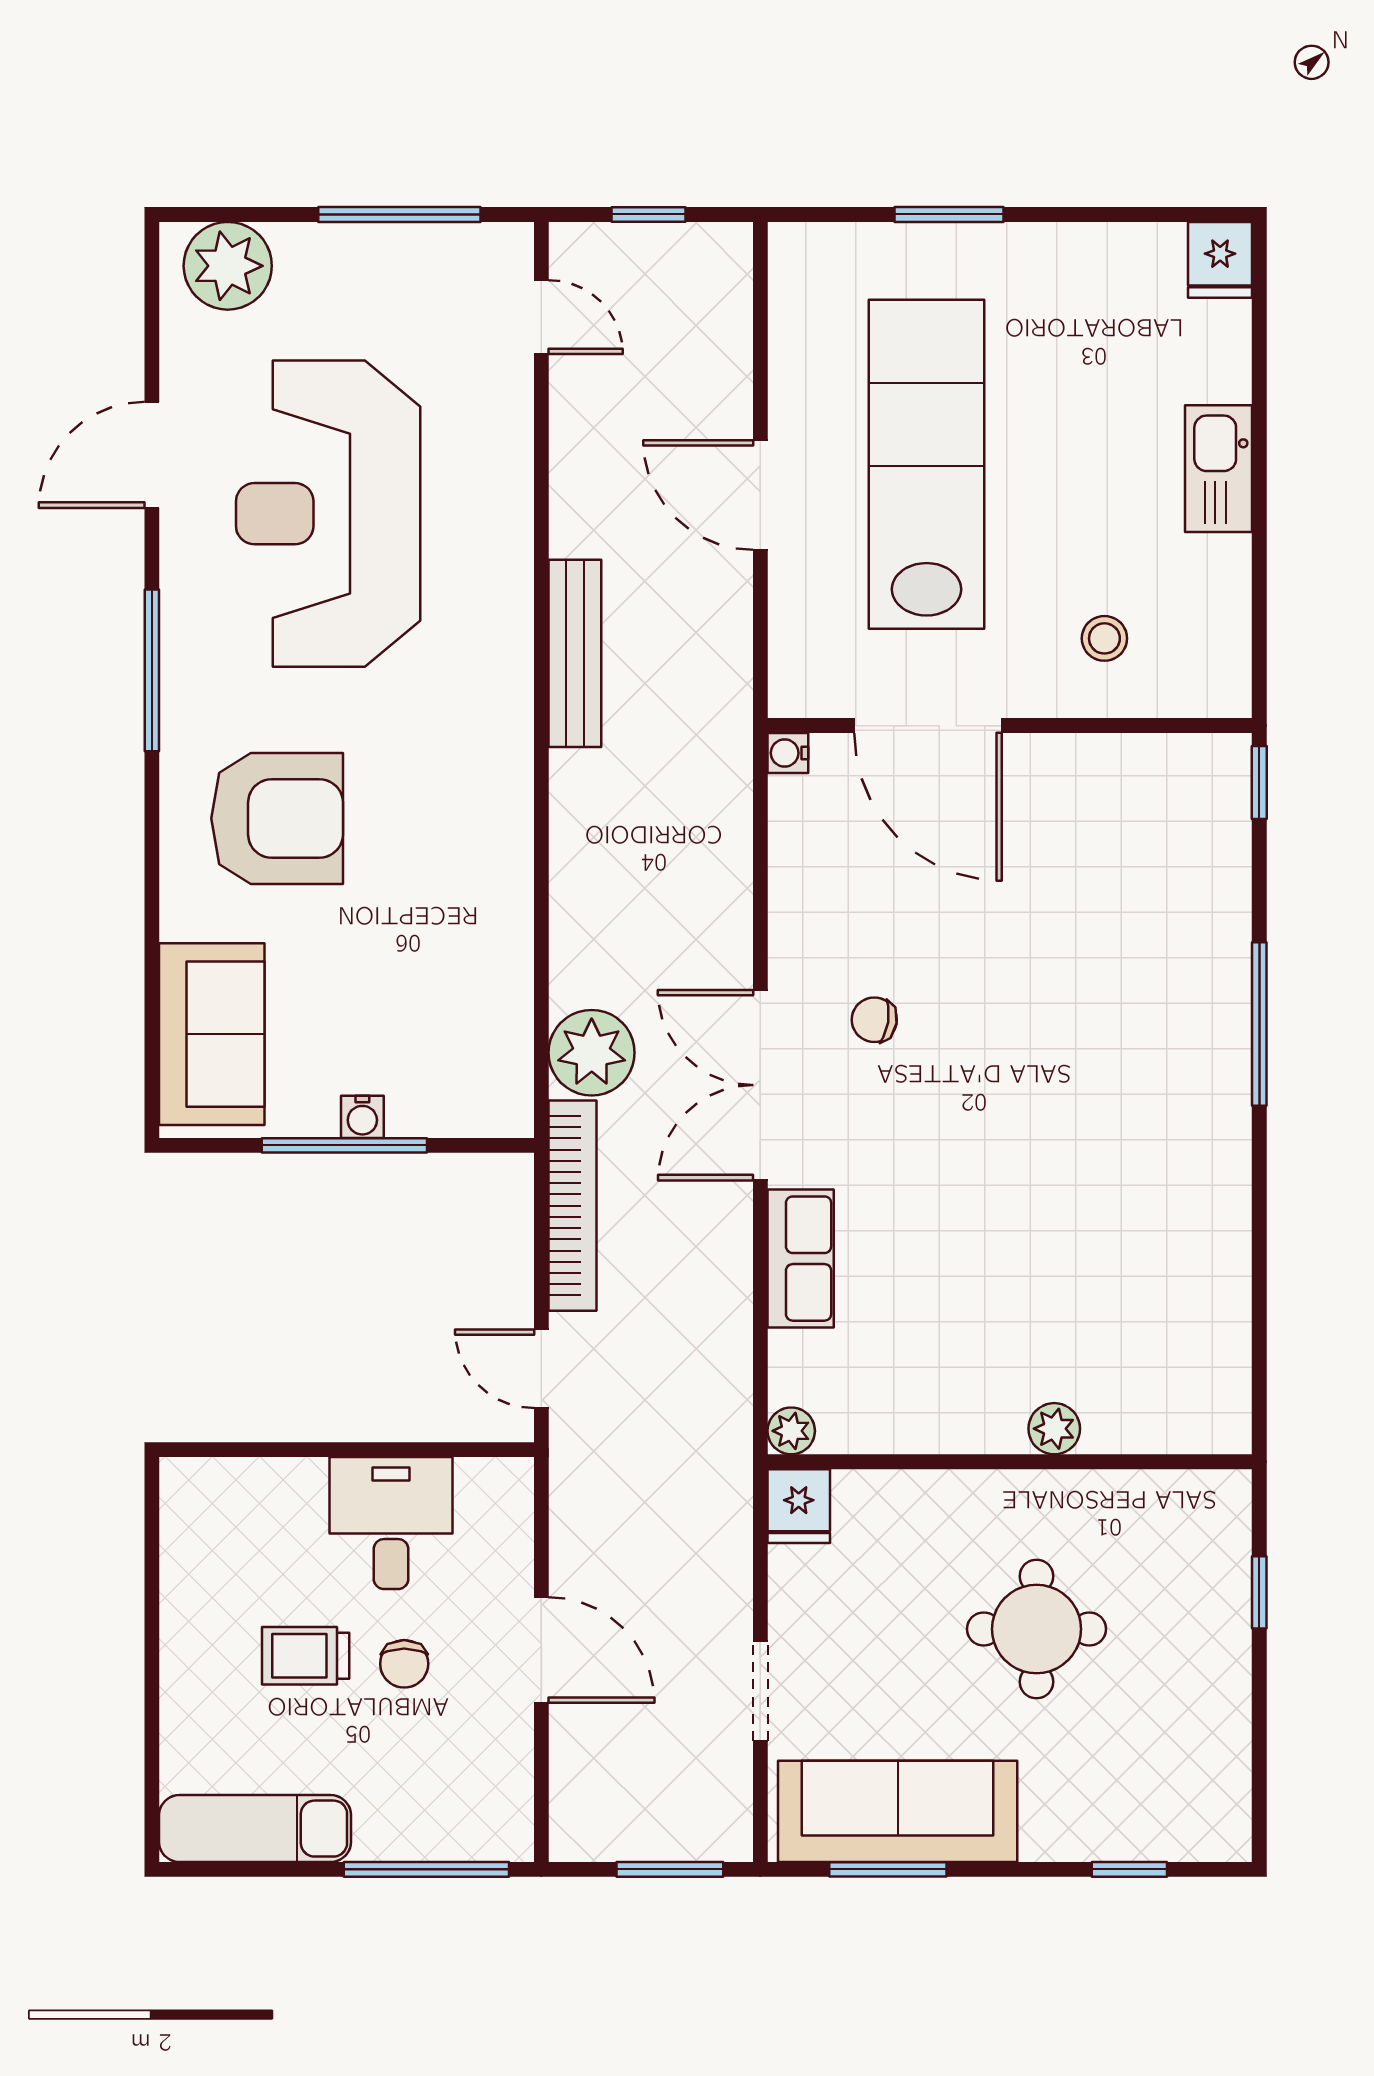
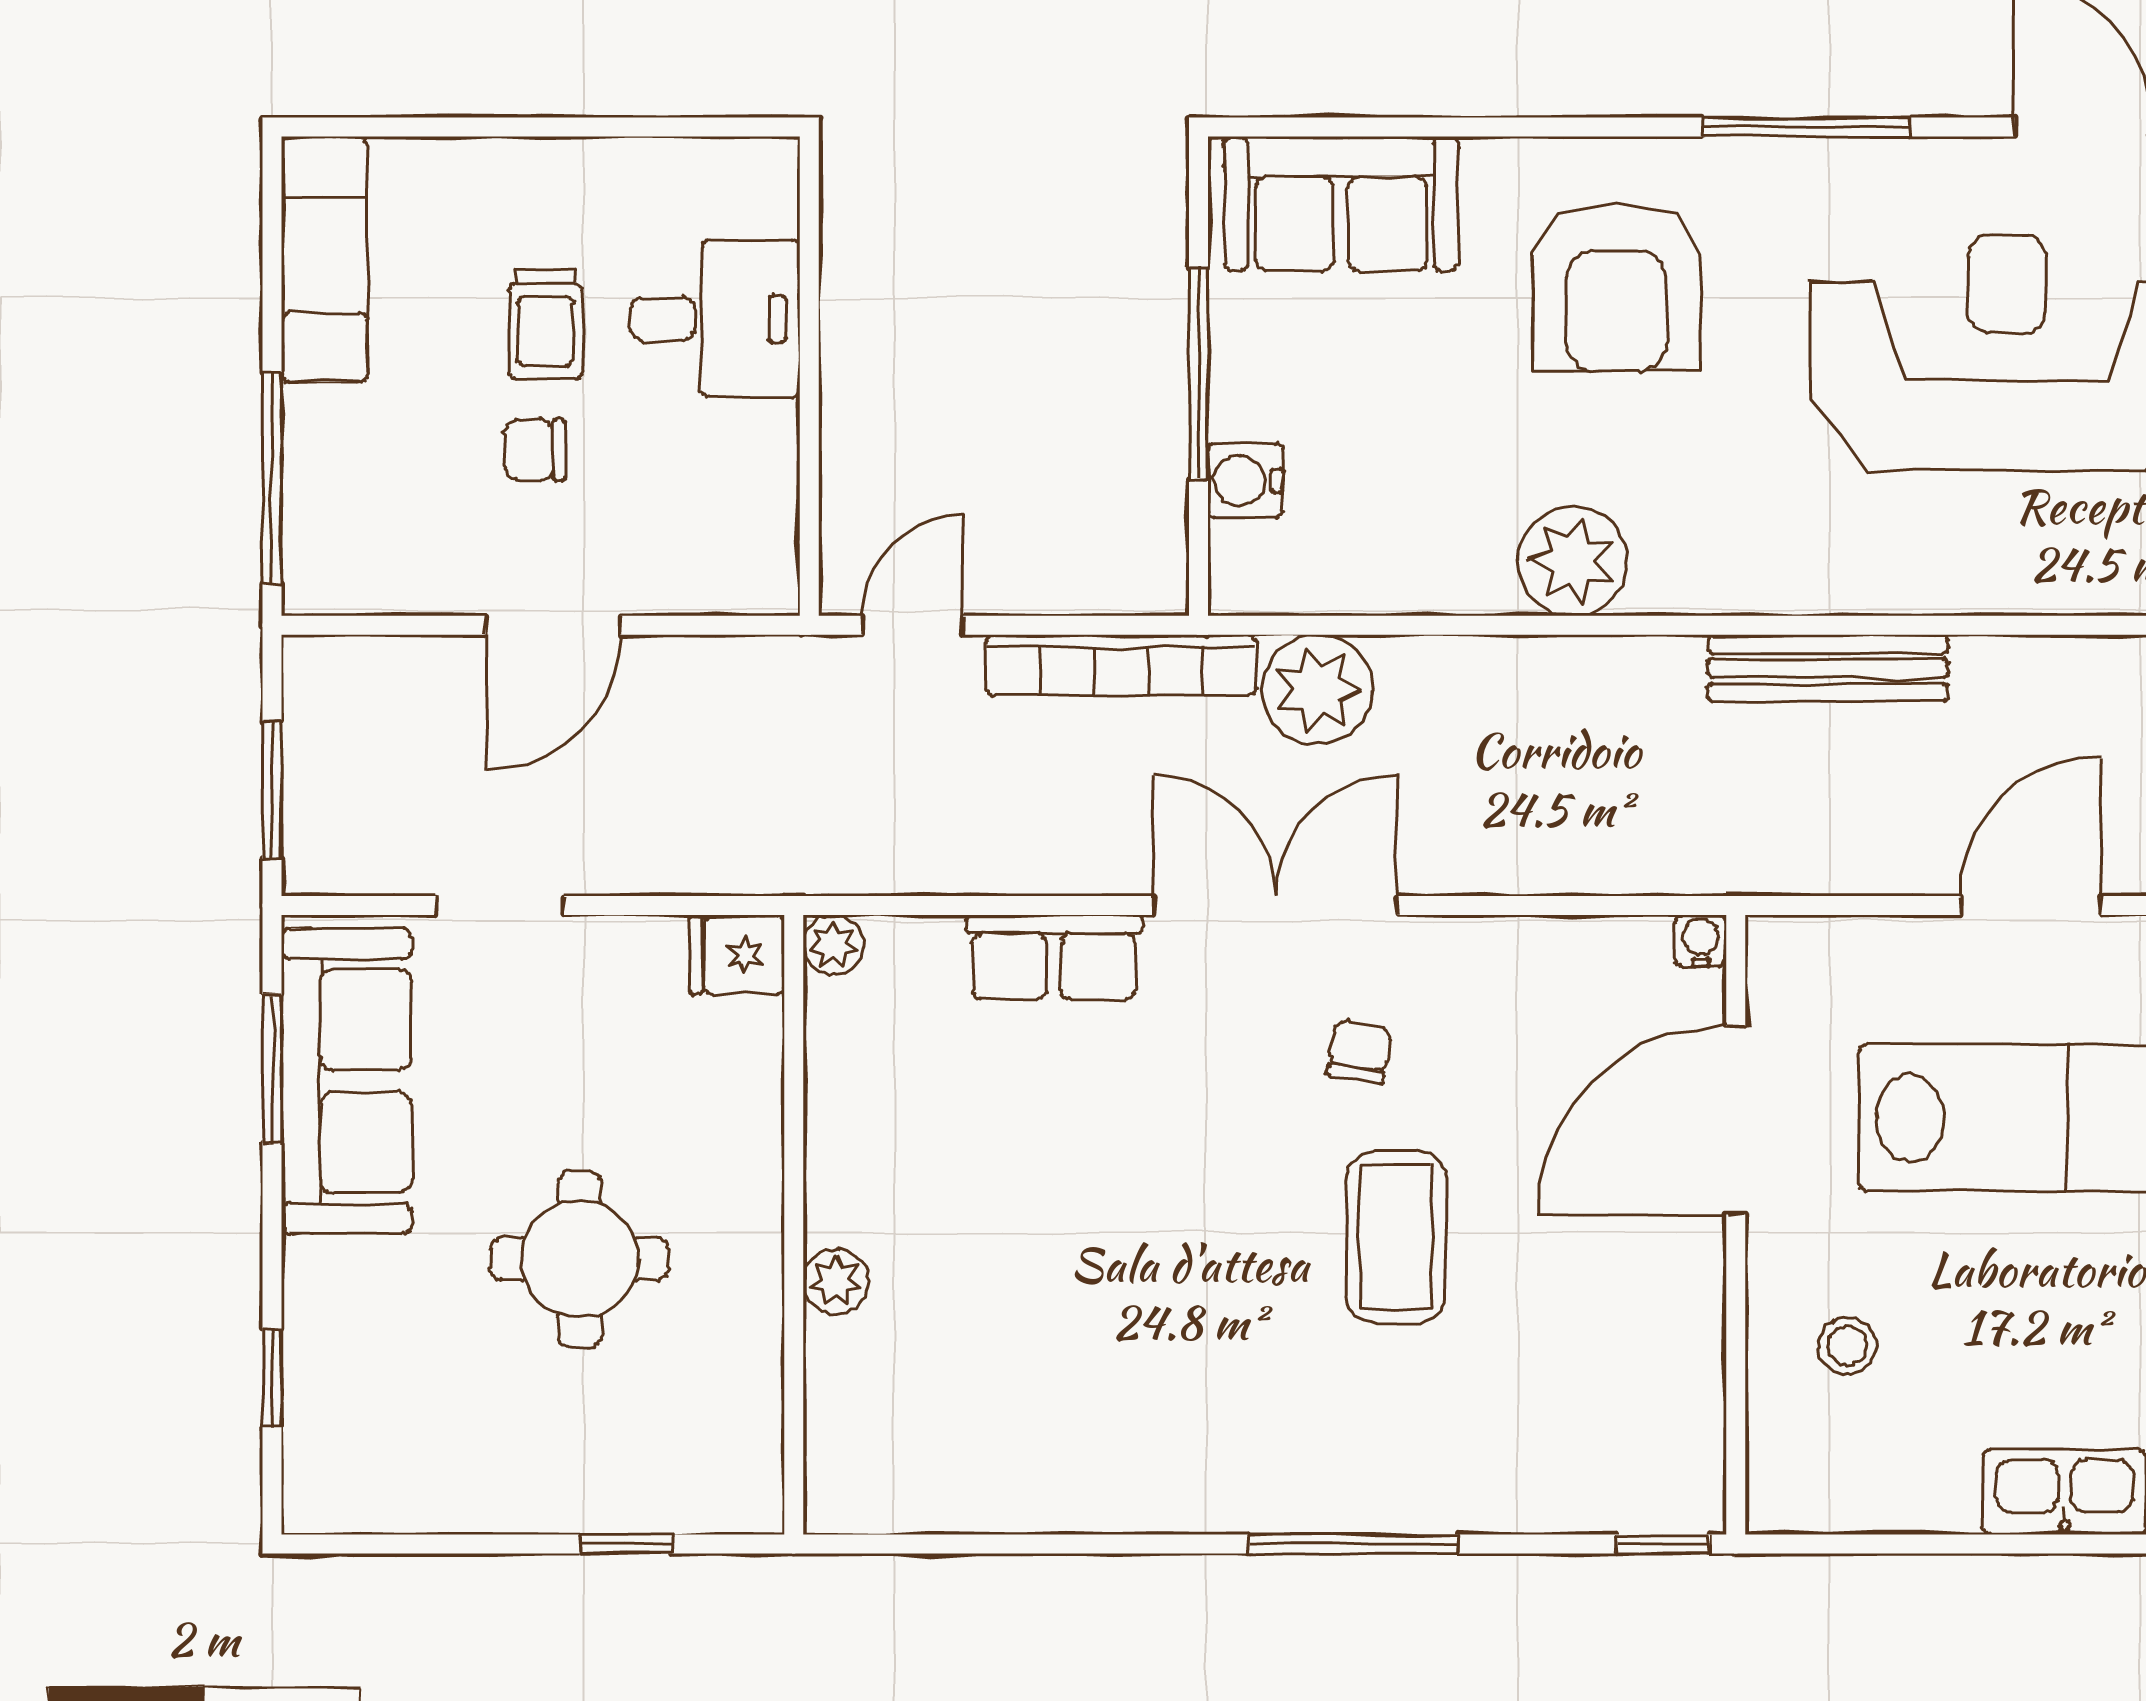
plant: (491, 853) -> (1573, 561), added
coffee table: (1019, 991) -> (1396, 1237), added
water cooler: (362, 1117) -> (1245, 481), moved, width x1.38, depth x1.38
desk: (391, 1523) -> (715, 319), moved
trolley: (306, 1656) -> (545, 324), turned 180

